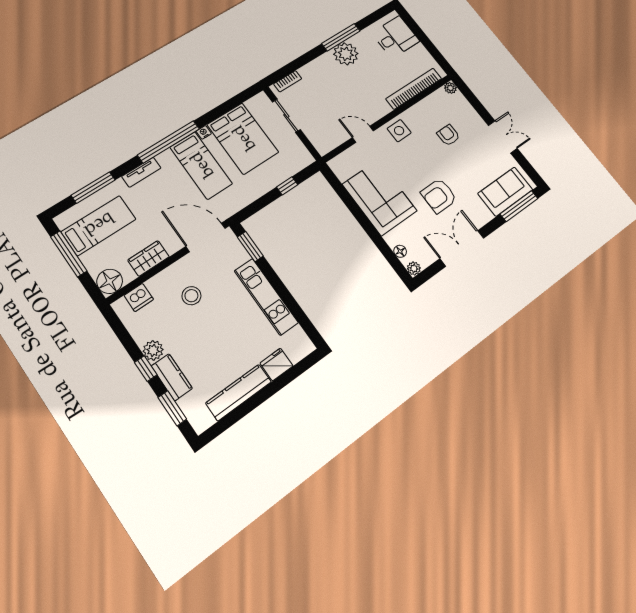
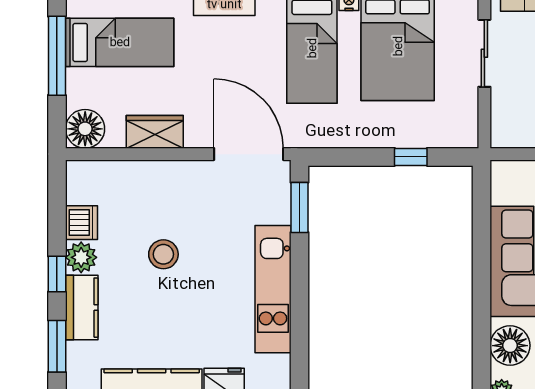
floor lamp: (400, 251) -> (510, 346), width x1.89, depth x1.89
stool: (191, 296) -> (163, 254), moved
dishwasher: (139, 297) -> (81, 223), moved, turned -90

